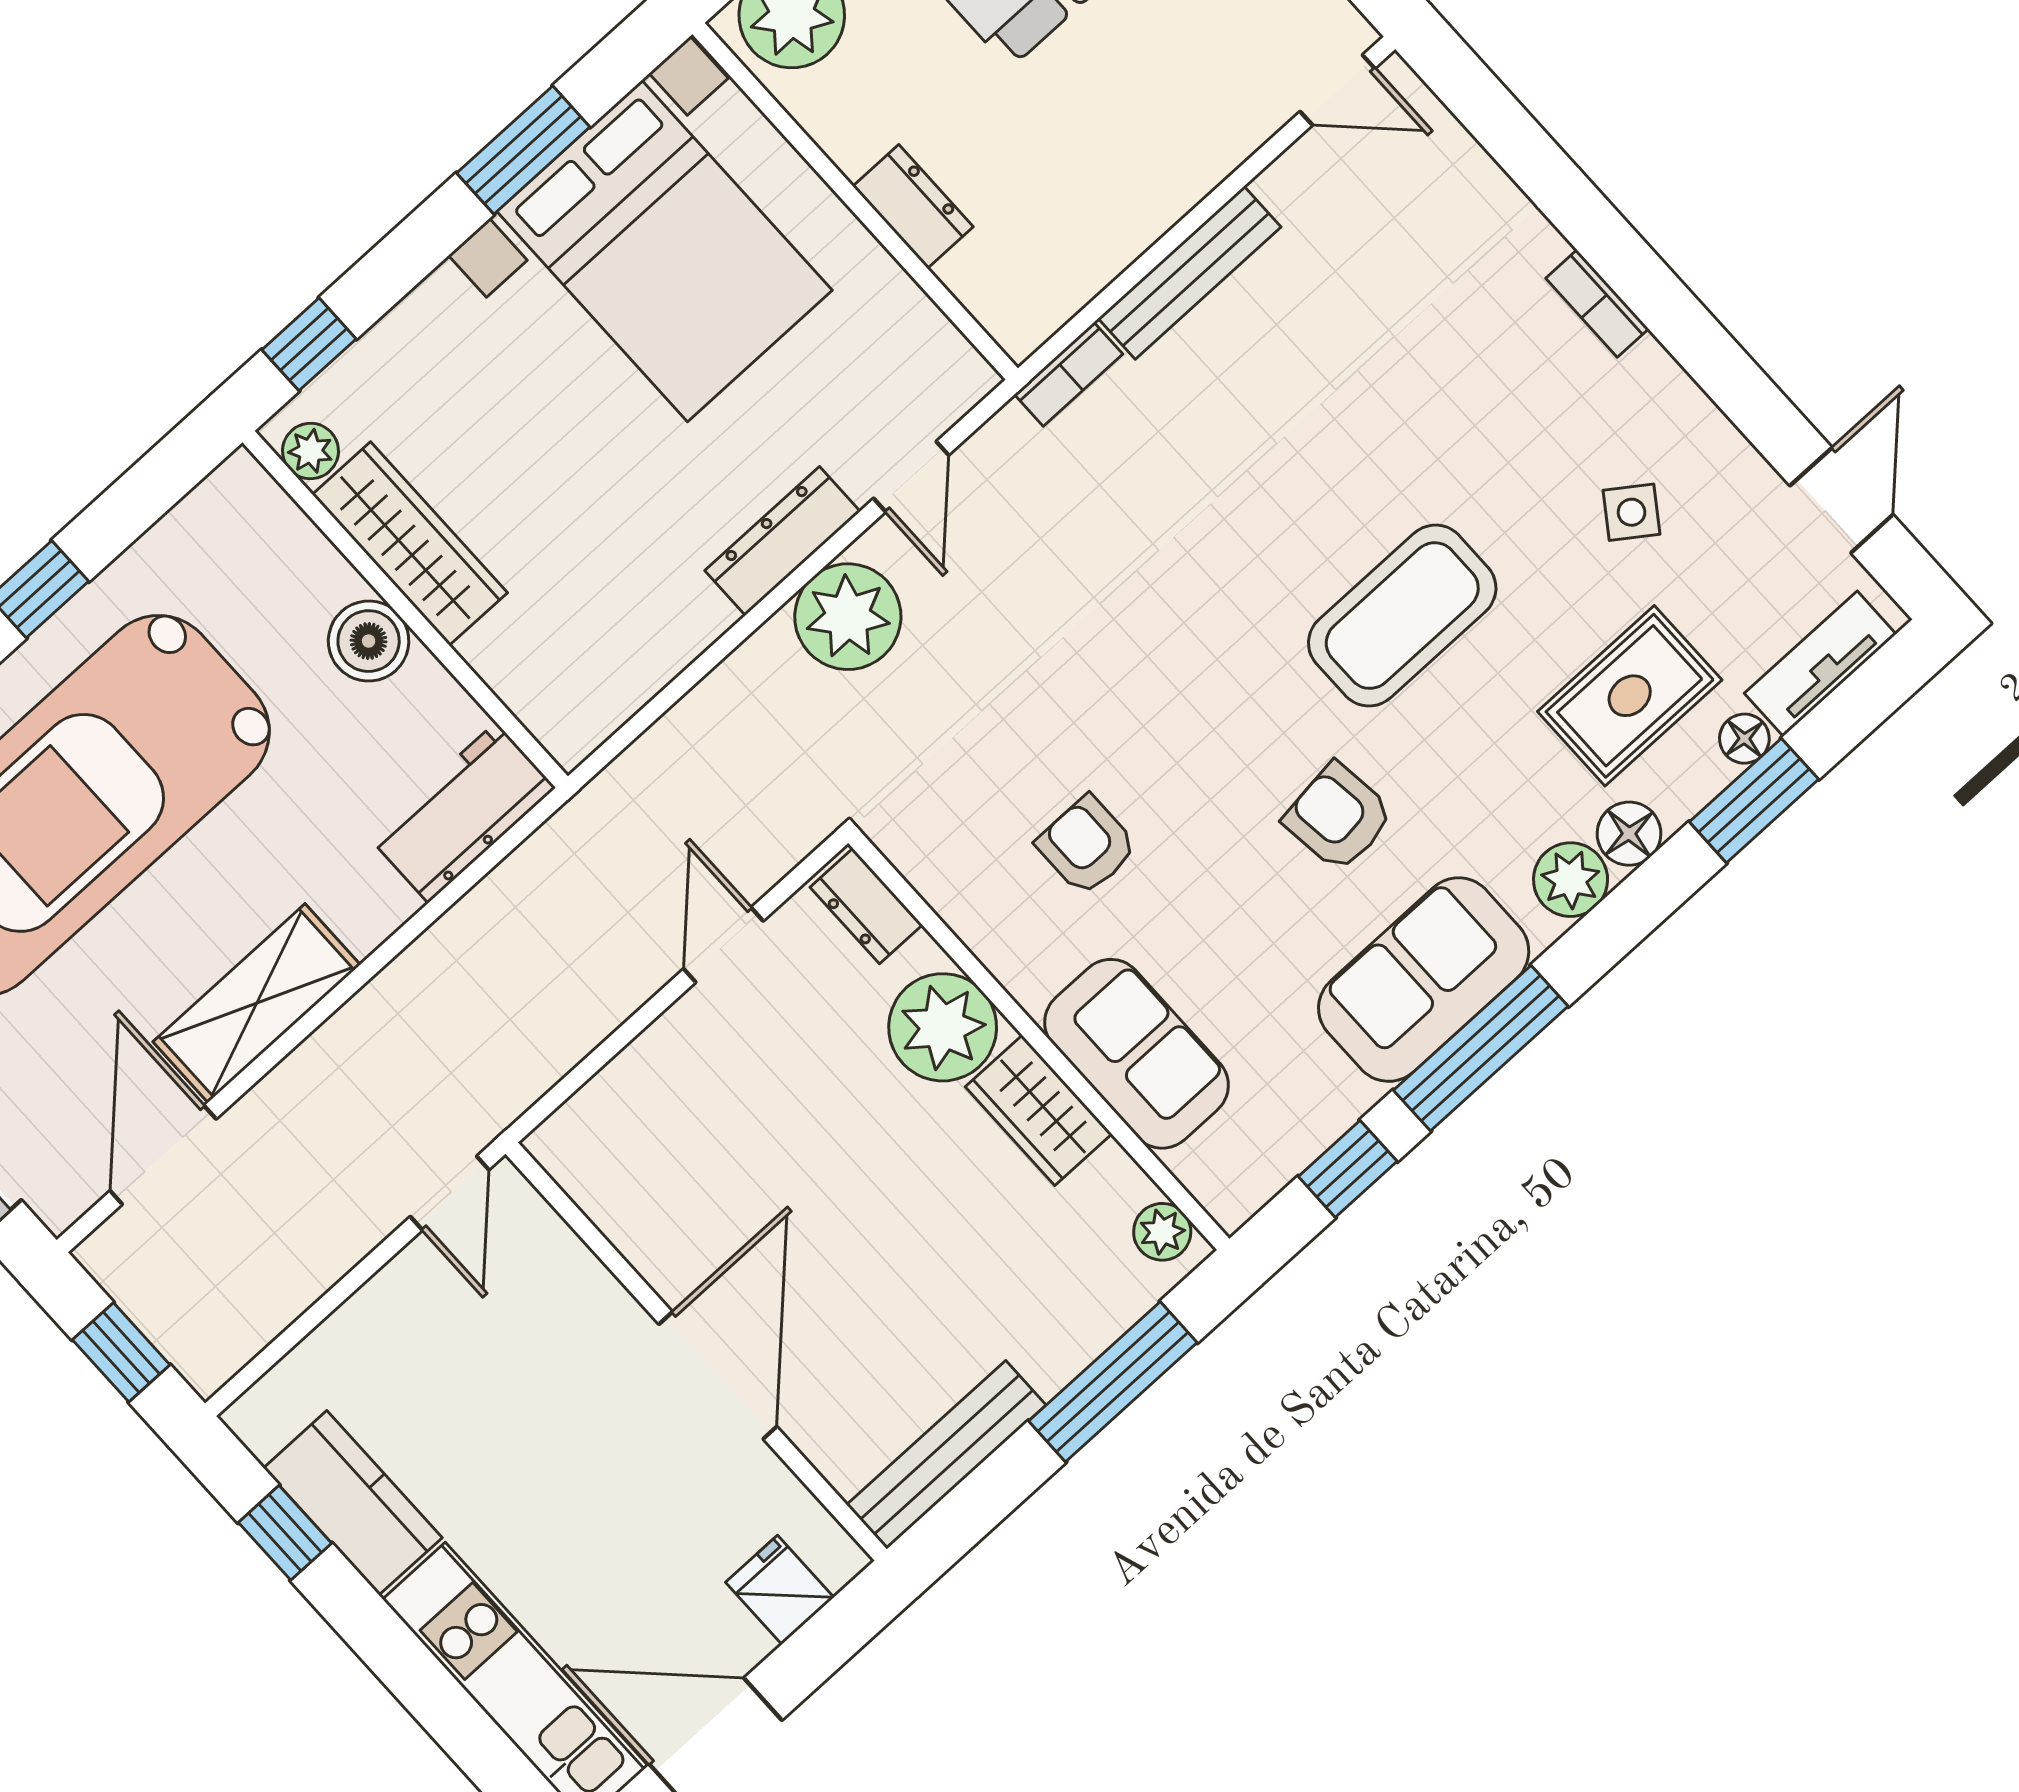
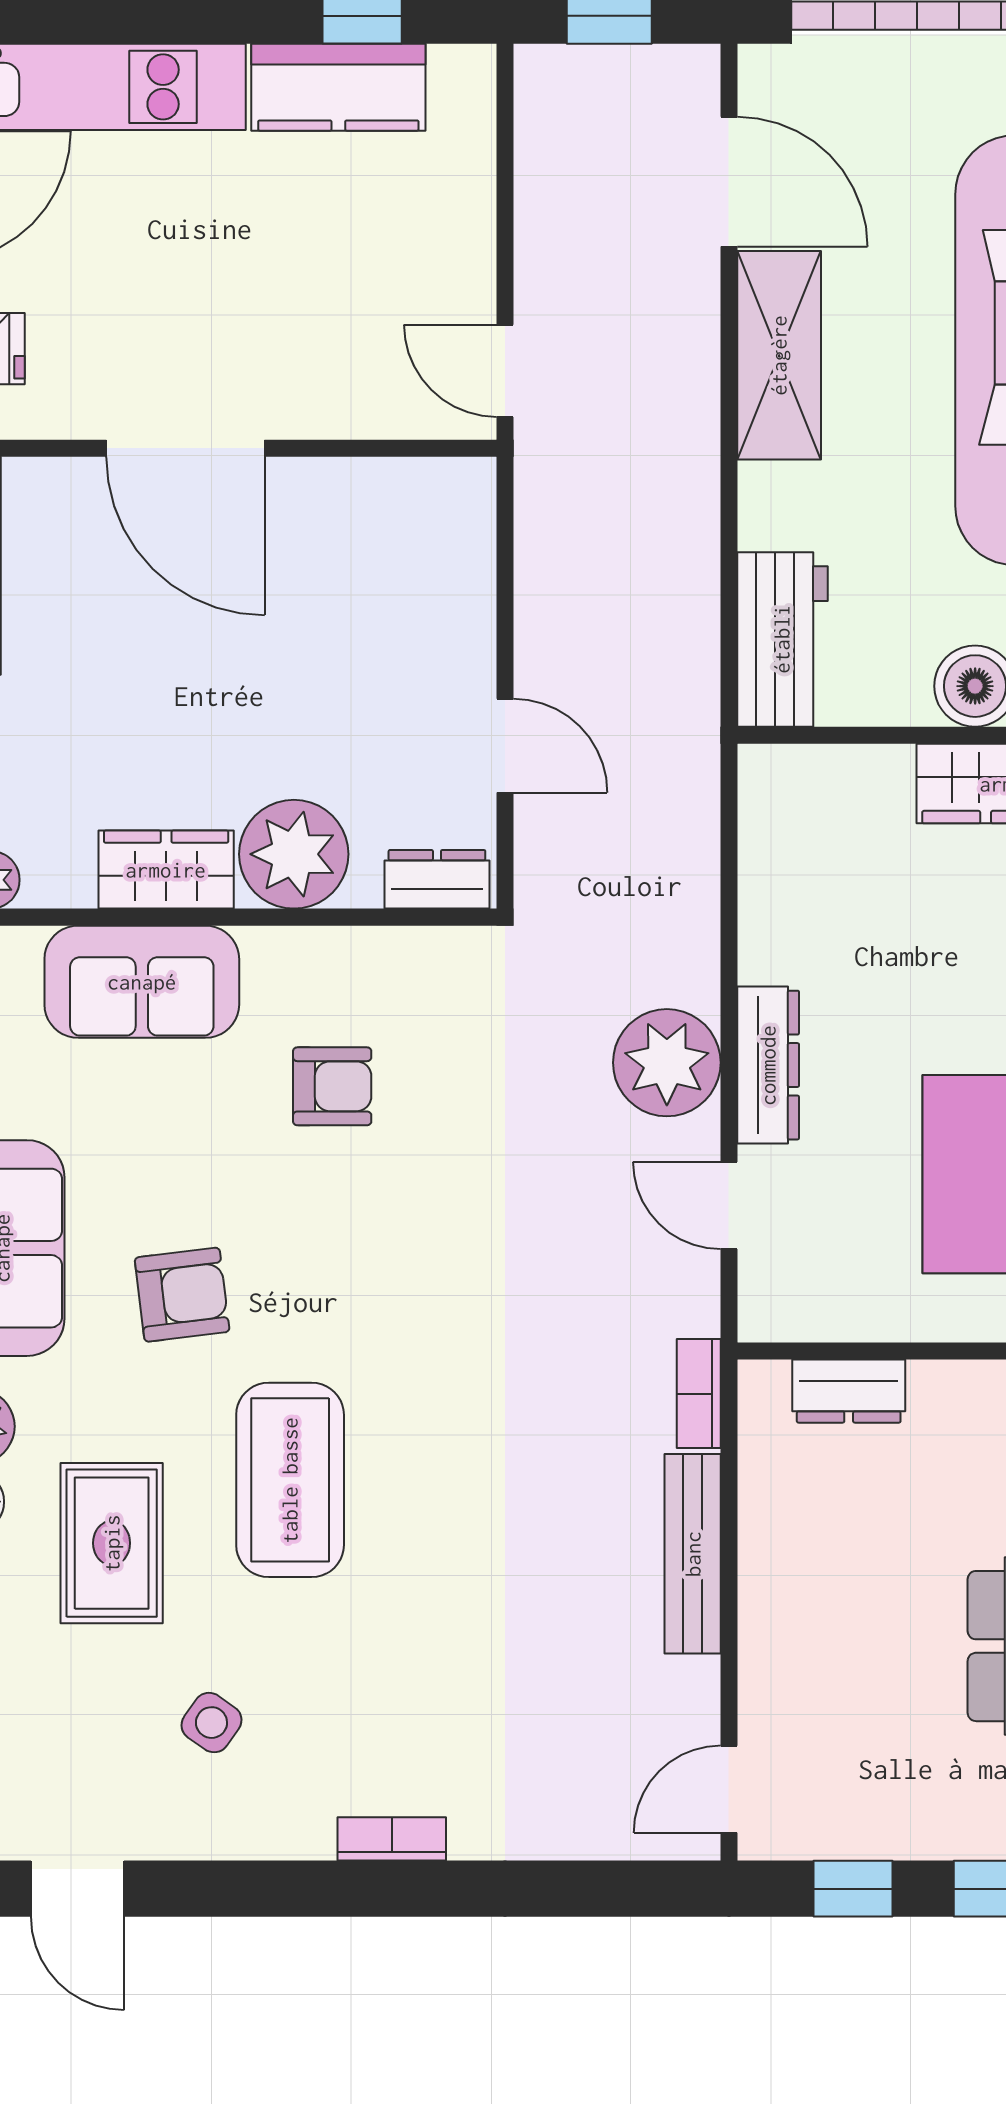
dresser: (913, 206) -> (849, 1391), moved
rug: (1630, 696) -> (112, 1543), moved

